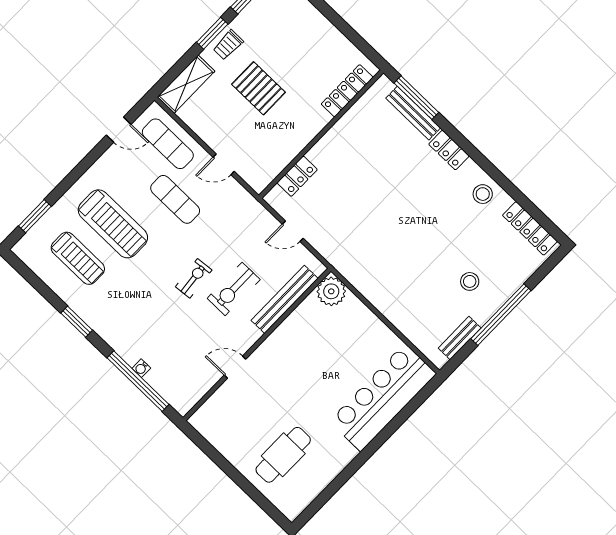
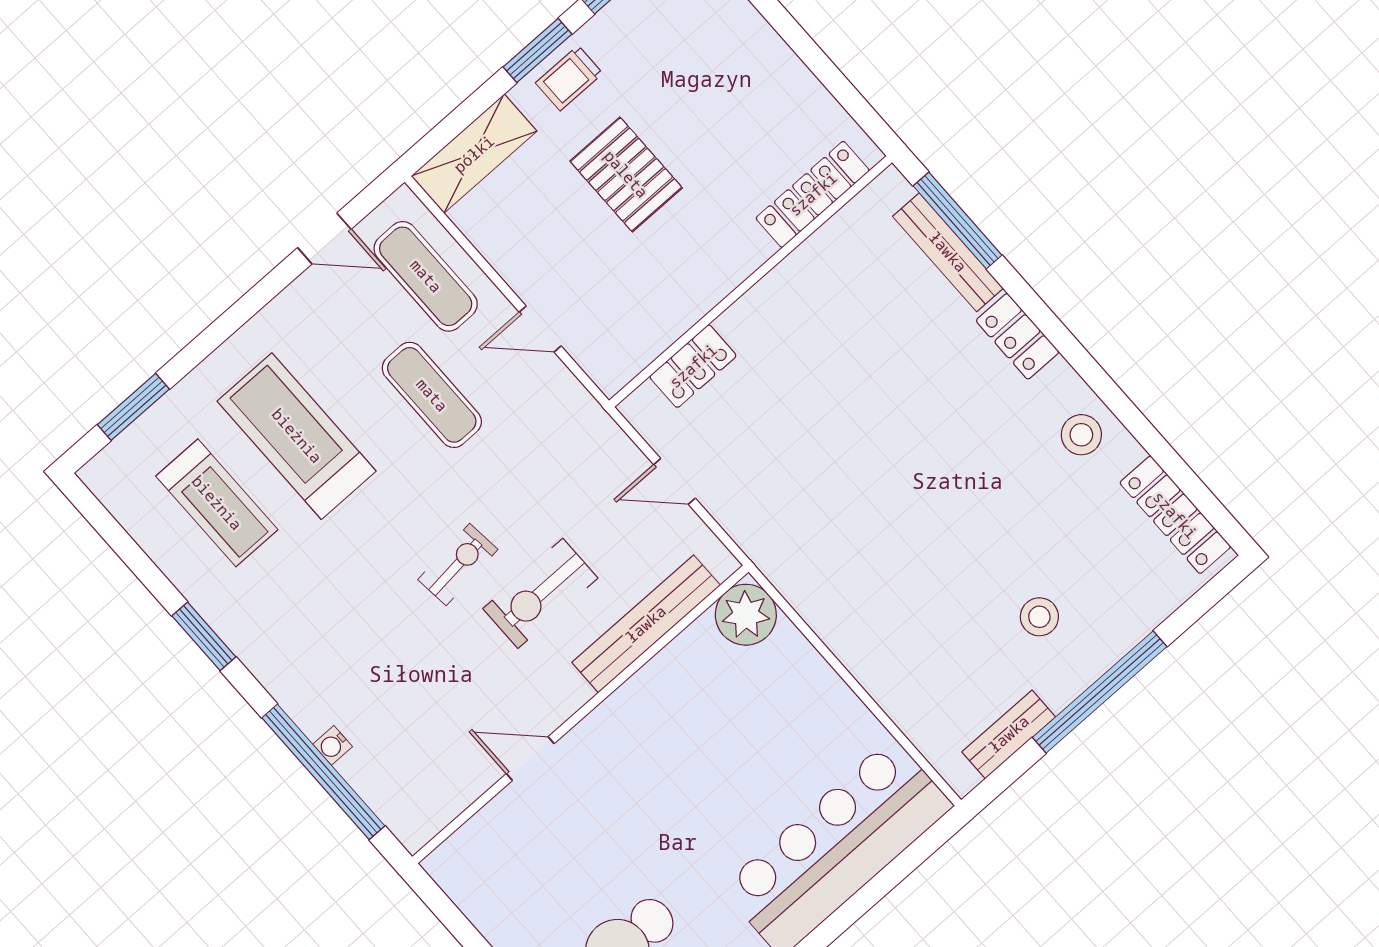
treadmill: (113, 224) -> (297, 436), turned 180

